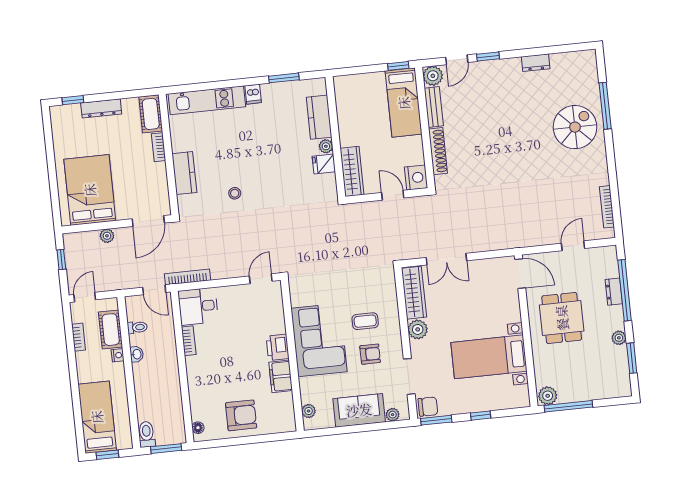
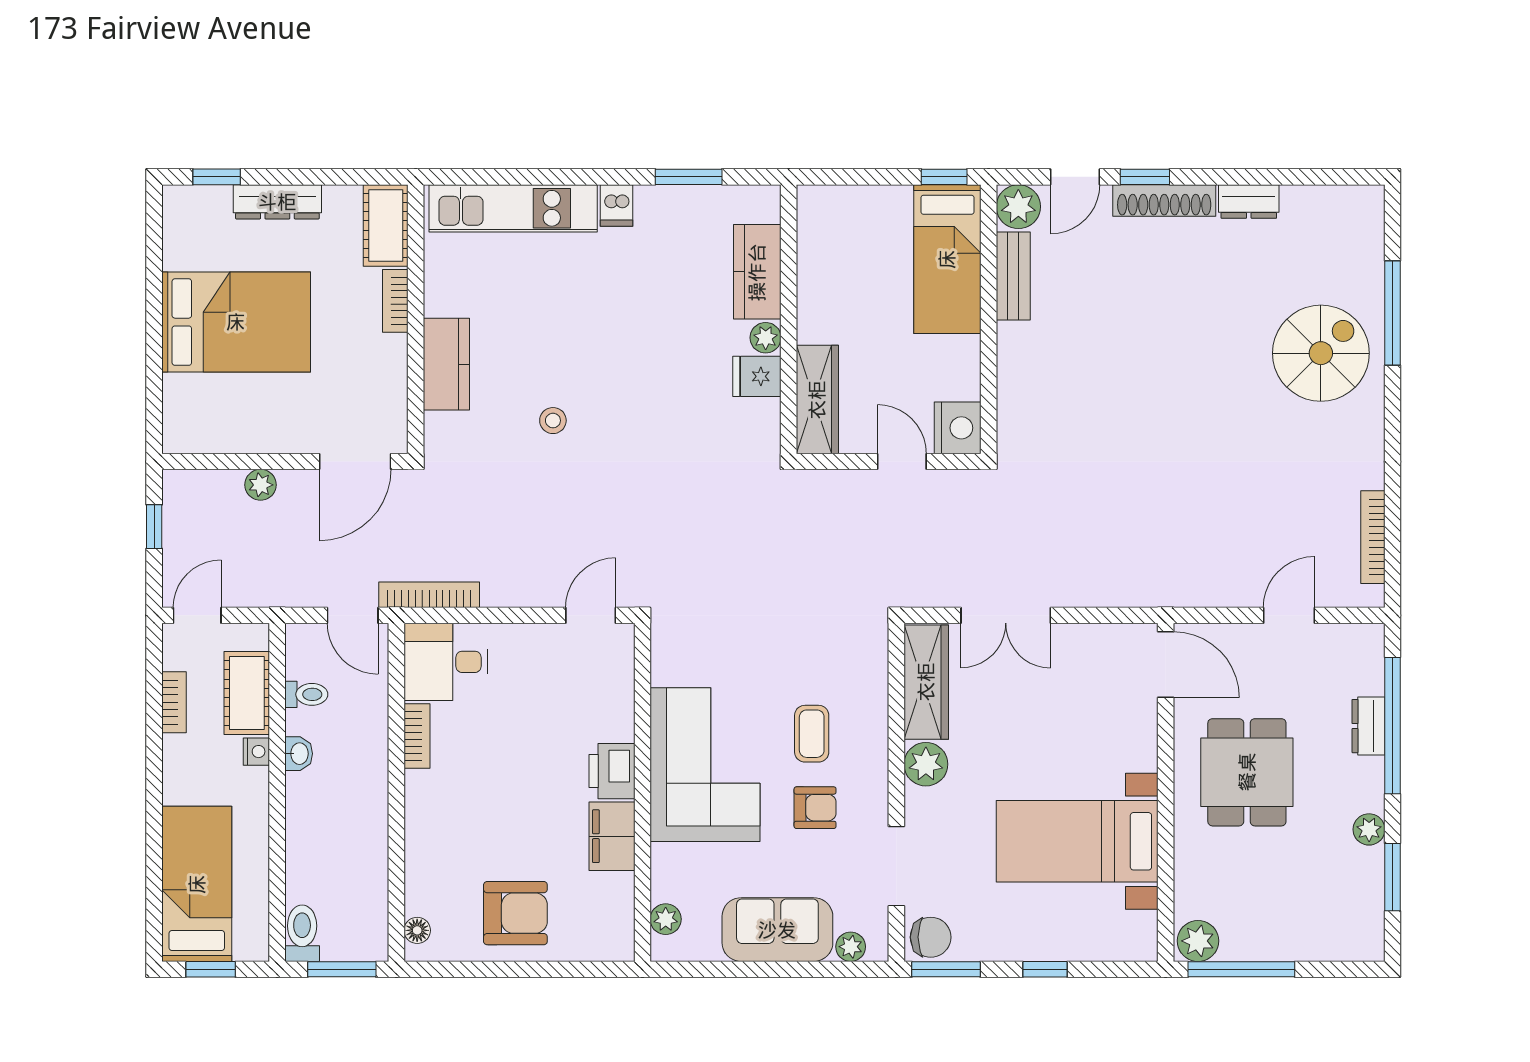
shoe rack: (438, 151) -> (1164, 201), moved, turned 90
bed: (90, 190) -> (236, 322), moved, turned 90
coffee table: (365, 321) -> (812, 734), turned 90

